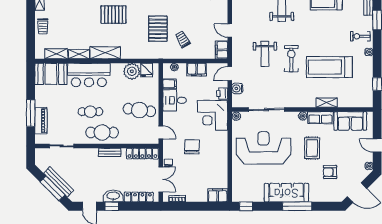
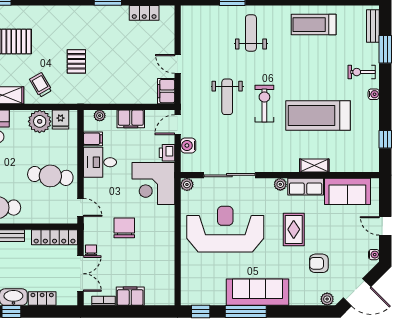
pallet: (158, 29) -> (76, 61), width x0.67, depth x0.71
trolley: (183, 39) -> (41, 85), moved
filing cabinet: (218, 195) -> (130, 296), moved
locker: (139, 197) -> (42, 298), width x0.66
plant: (336, 197) -> (327, 299), added
window: (297, 206) -> (246, 312), moved

